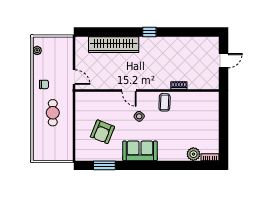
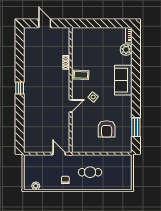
wardrobe: (114, 45) -> (31, 119), removed
door: (74, 77) -> (59, 154), hinge flipped
armchair: (102, 132) -> (107, 129), turned 68
sofa: (140, 151) -> (123, 80), moved

